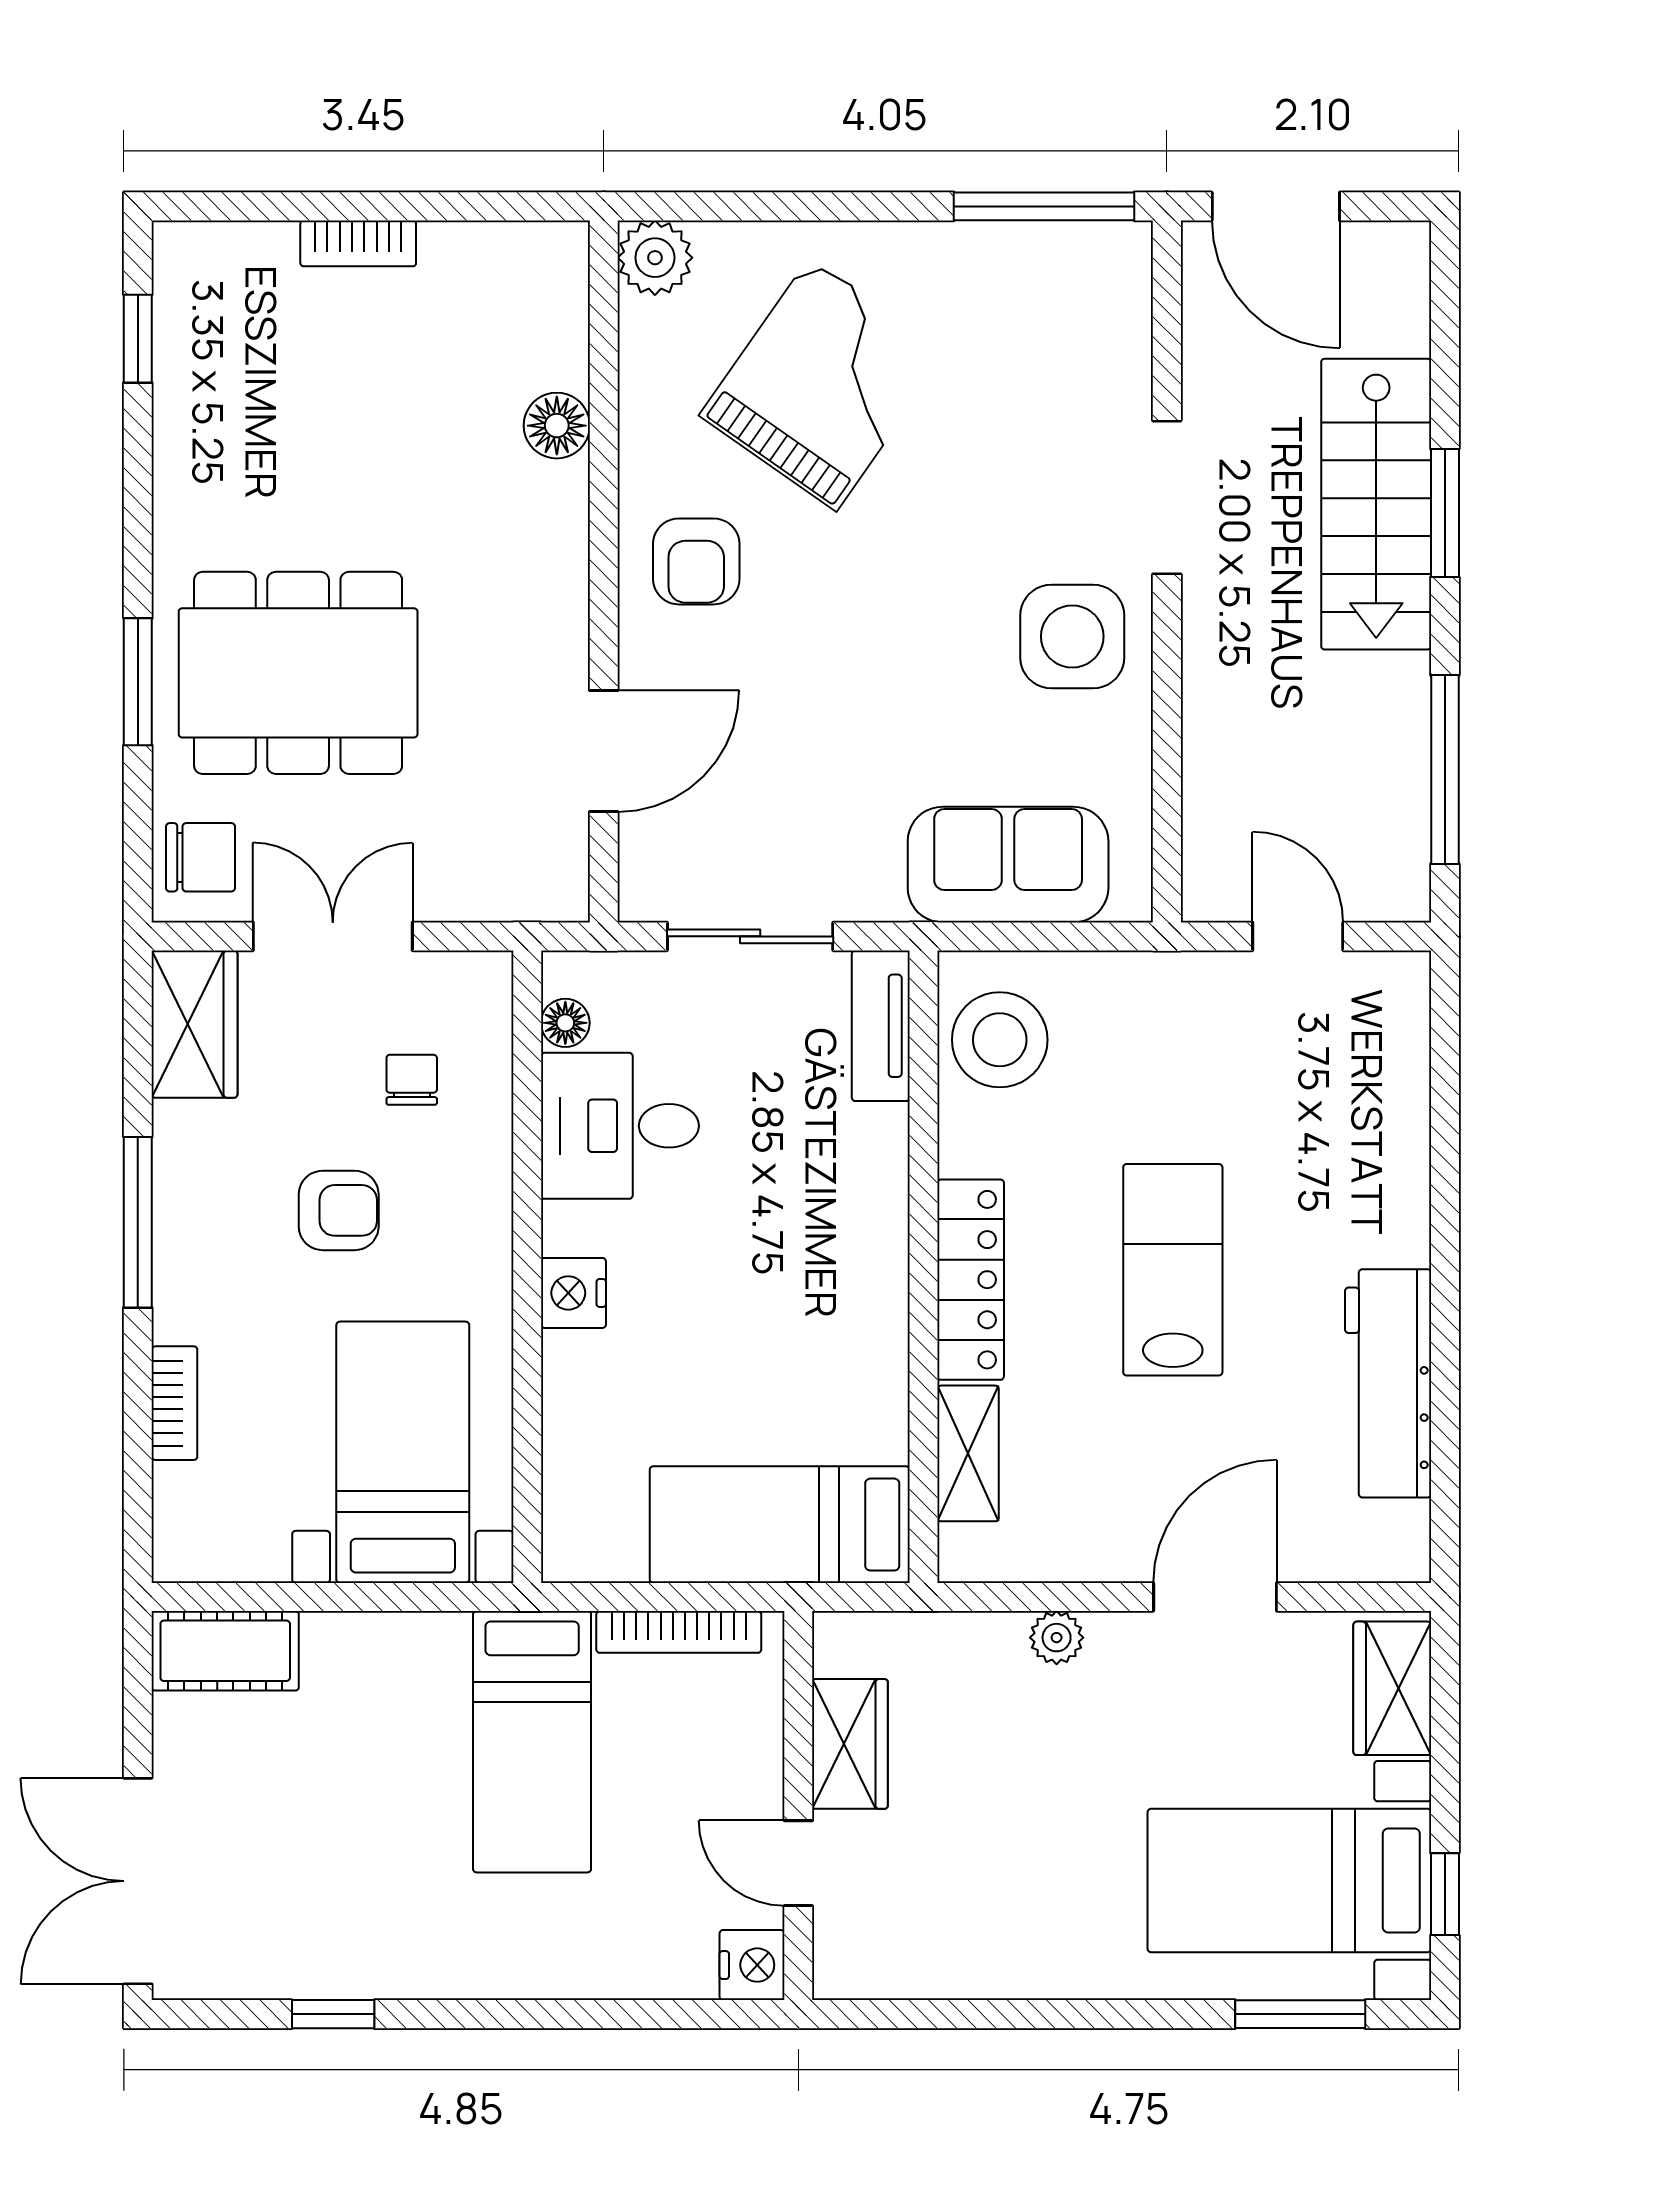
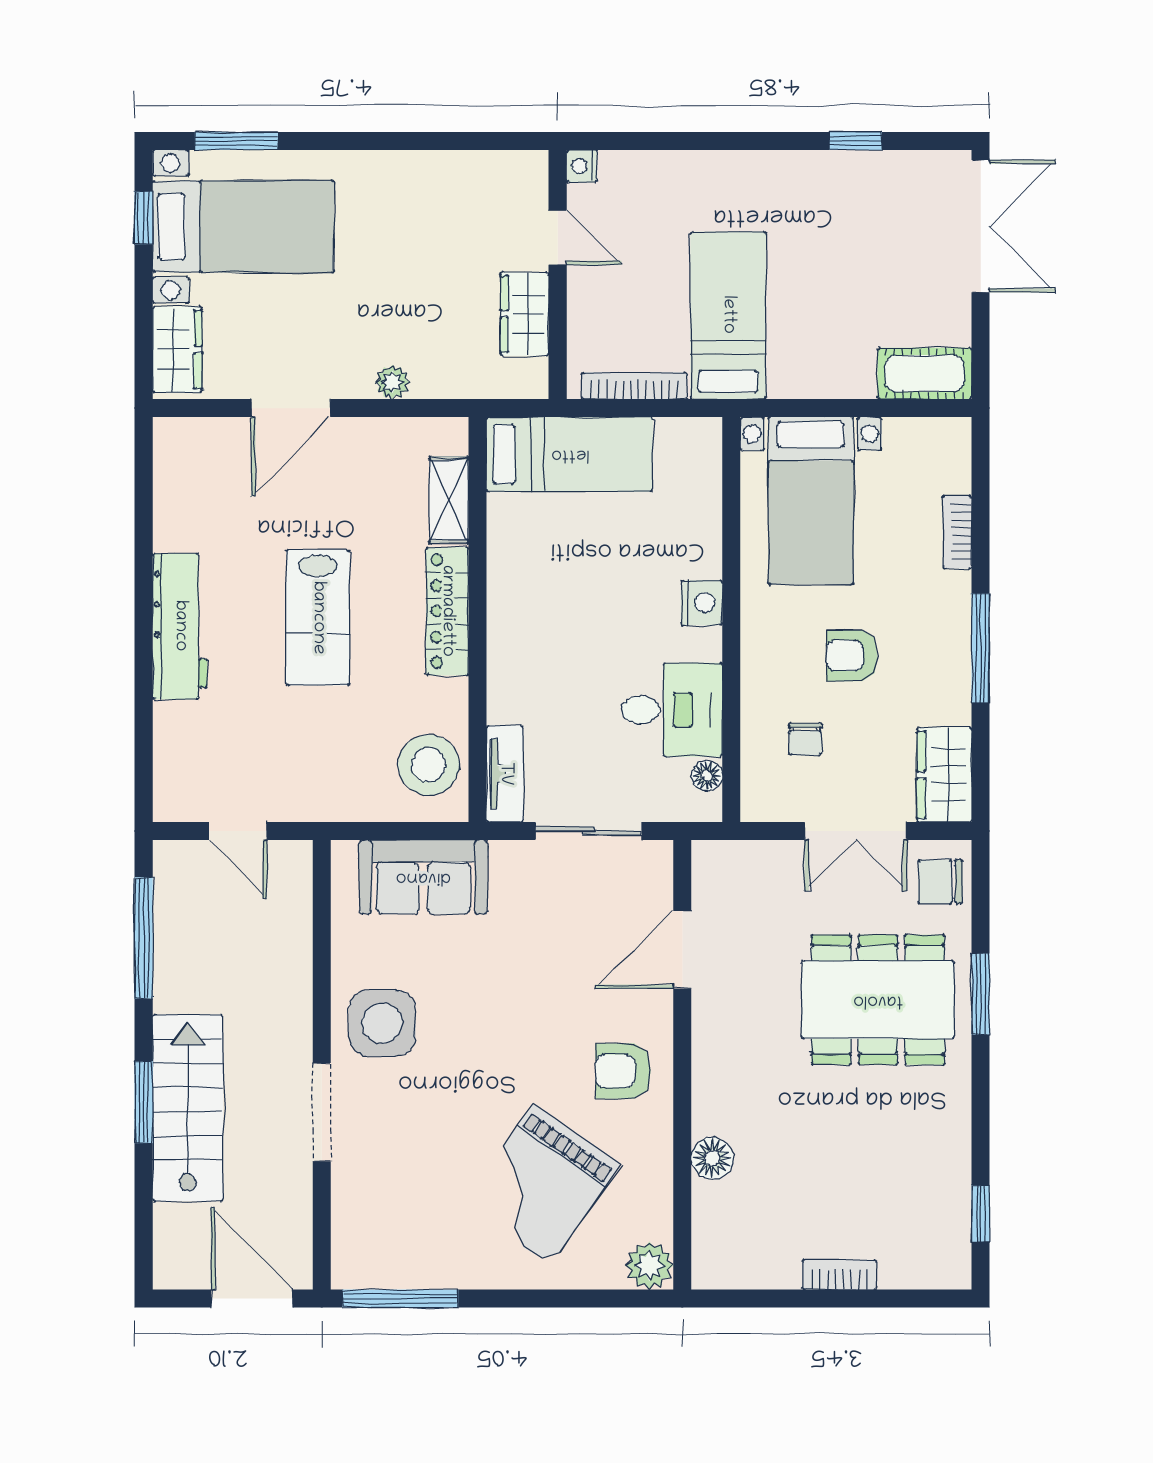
armchair: (696, 561) -> (623, 1071), turned -90
workbench: (1388, 1383) -> (180, 626), moved
nightstand: (752, 1965) -> (582, 166), width x0.72, depth x0.74

